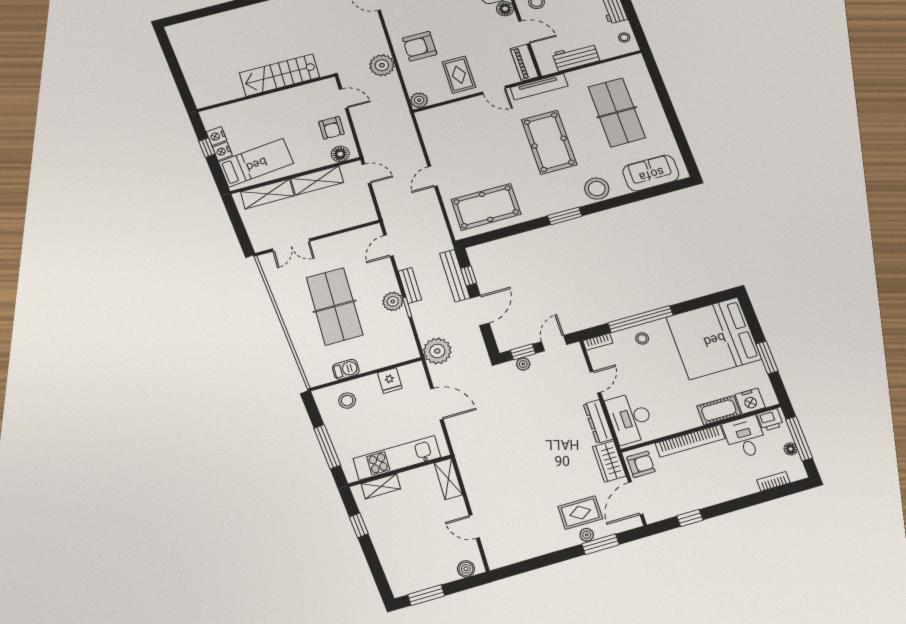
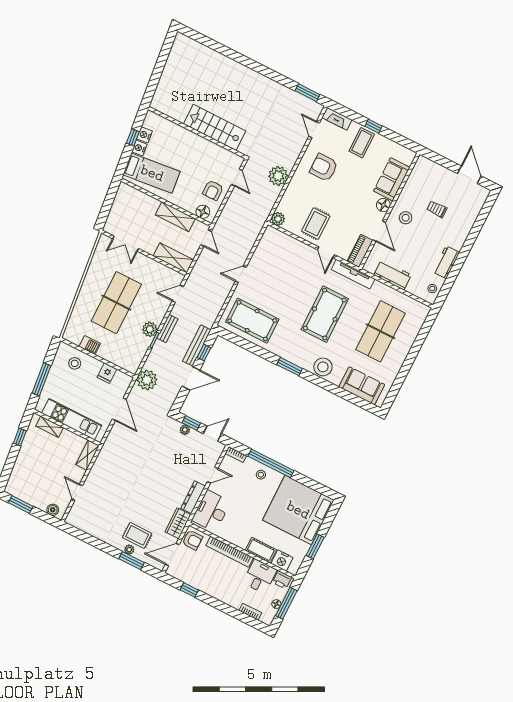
armchair: (420, 46) -> (324, 168), moved
shelving: (267, 194) -> (173, 258), moved

